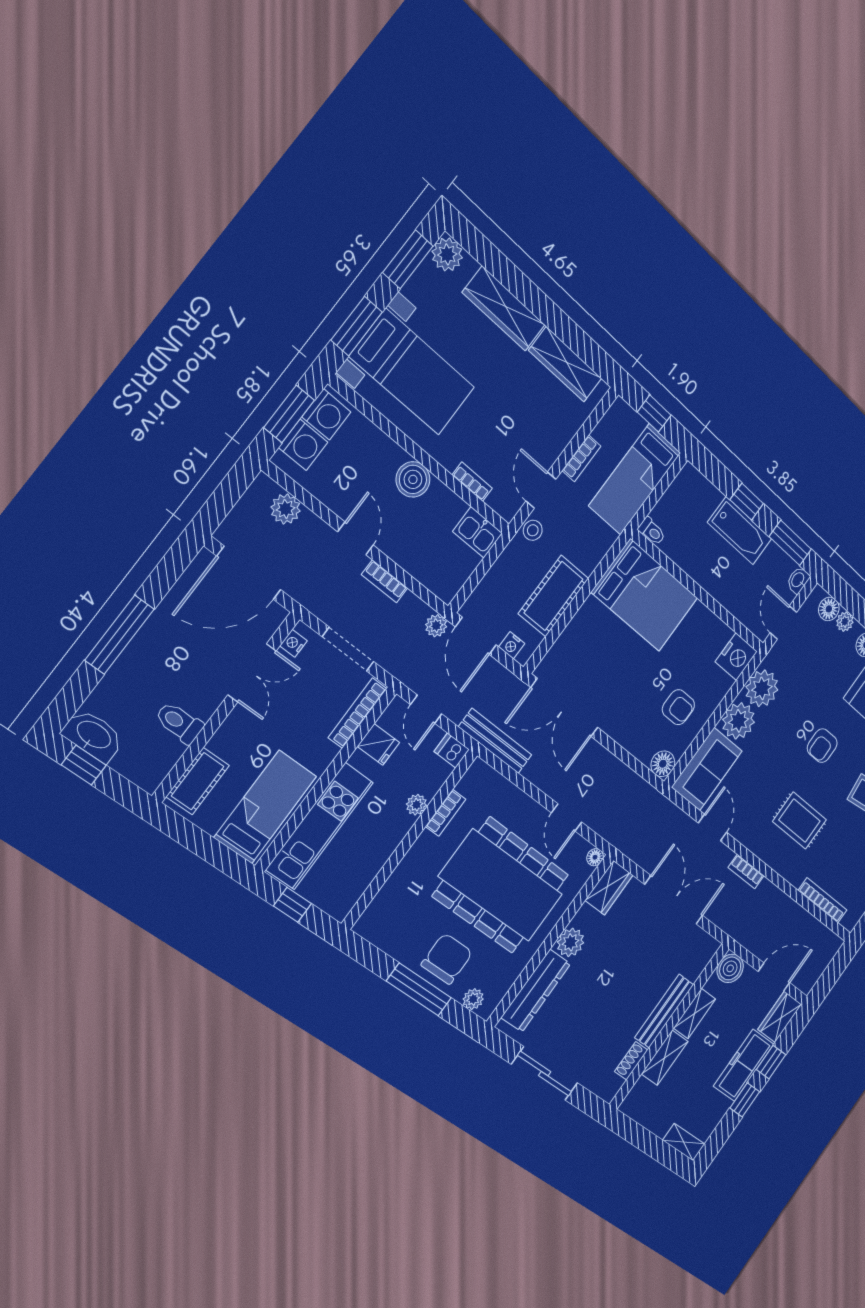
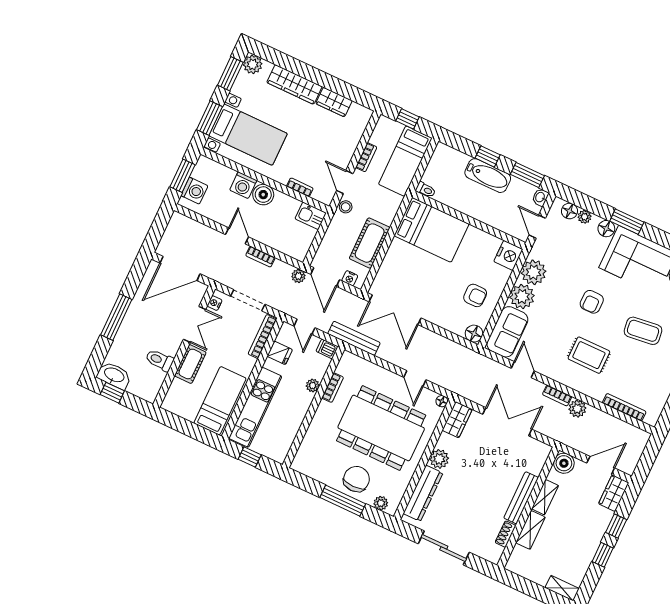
wardrobe: (565, 364) -> (334, 102), width x0.67
washing machine: (326, 414) -> (243, 185), moved, turned 90
plant: (286, 509) -> (577, 409), moved
cot: (198, 781) -> (190, 364), moved
freezer: (744, 1065) -> (595, 530), removed

